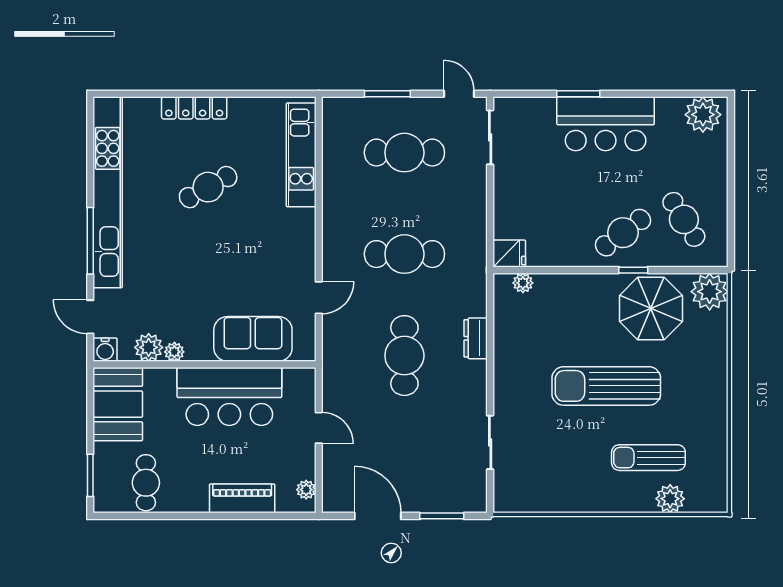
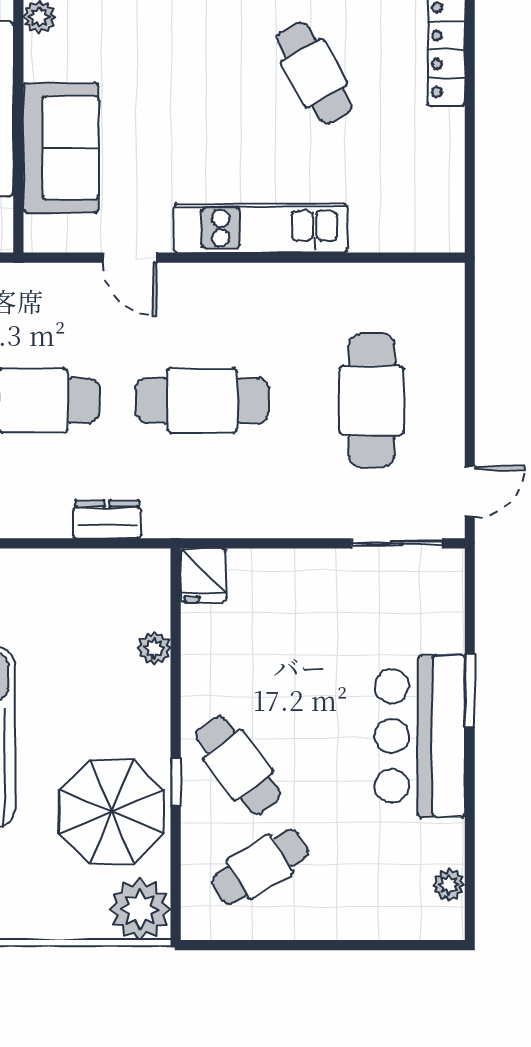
window: (387, 94) -> (470, 372), removed
plant: (703, 115) -> (449, 884), width x0.53, depth x0.53
kitchen unit: (301, 155) -> (261, 228), moved
cafe table: (404, 254) -> (202, 401), turned 90
plant: (523, 283) -> (154, 648), moved
dresser: (476, 338) -> (107, 519), moved

